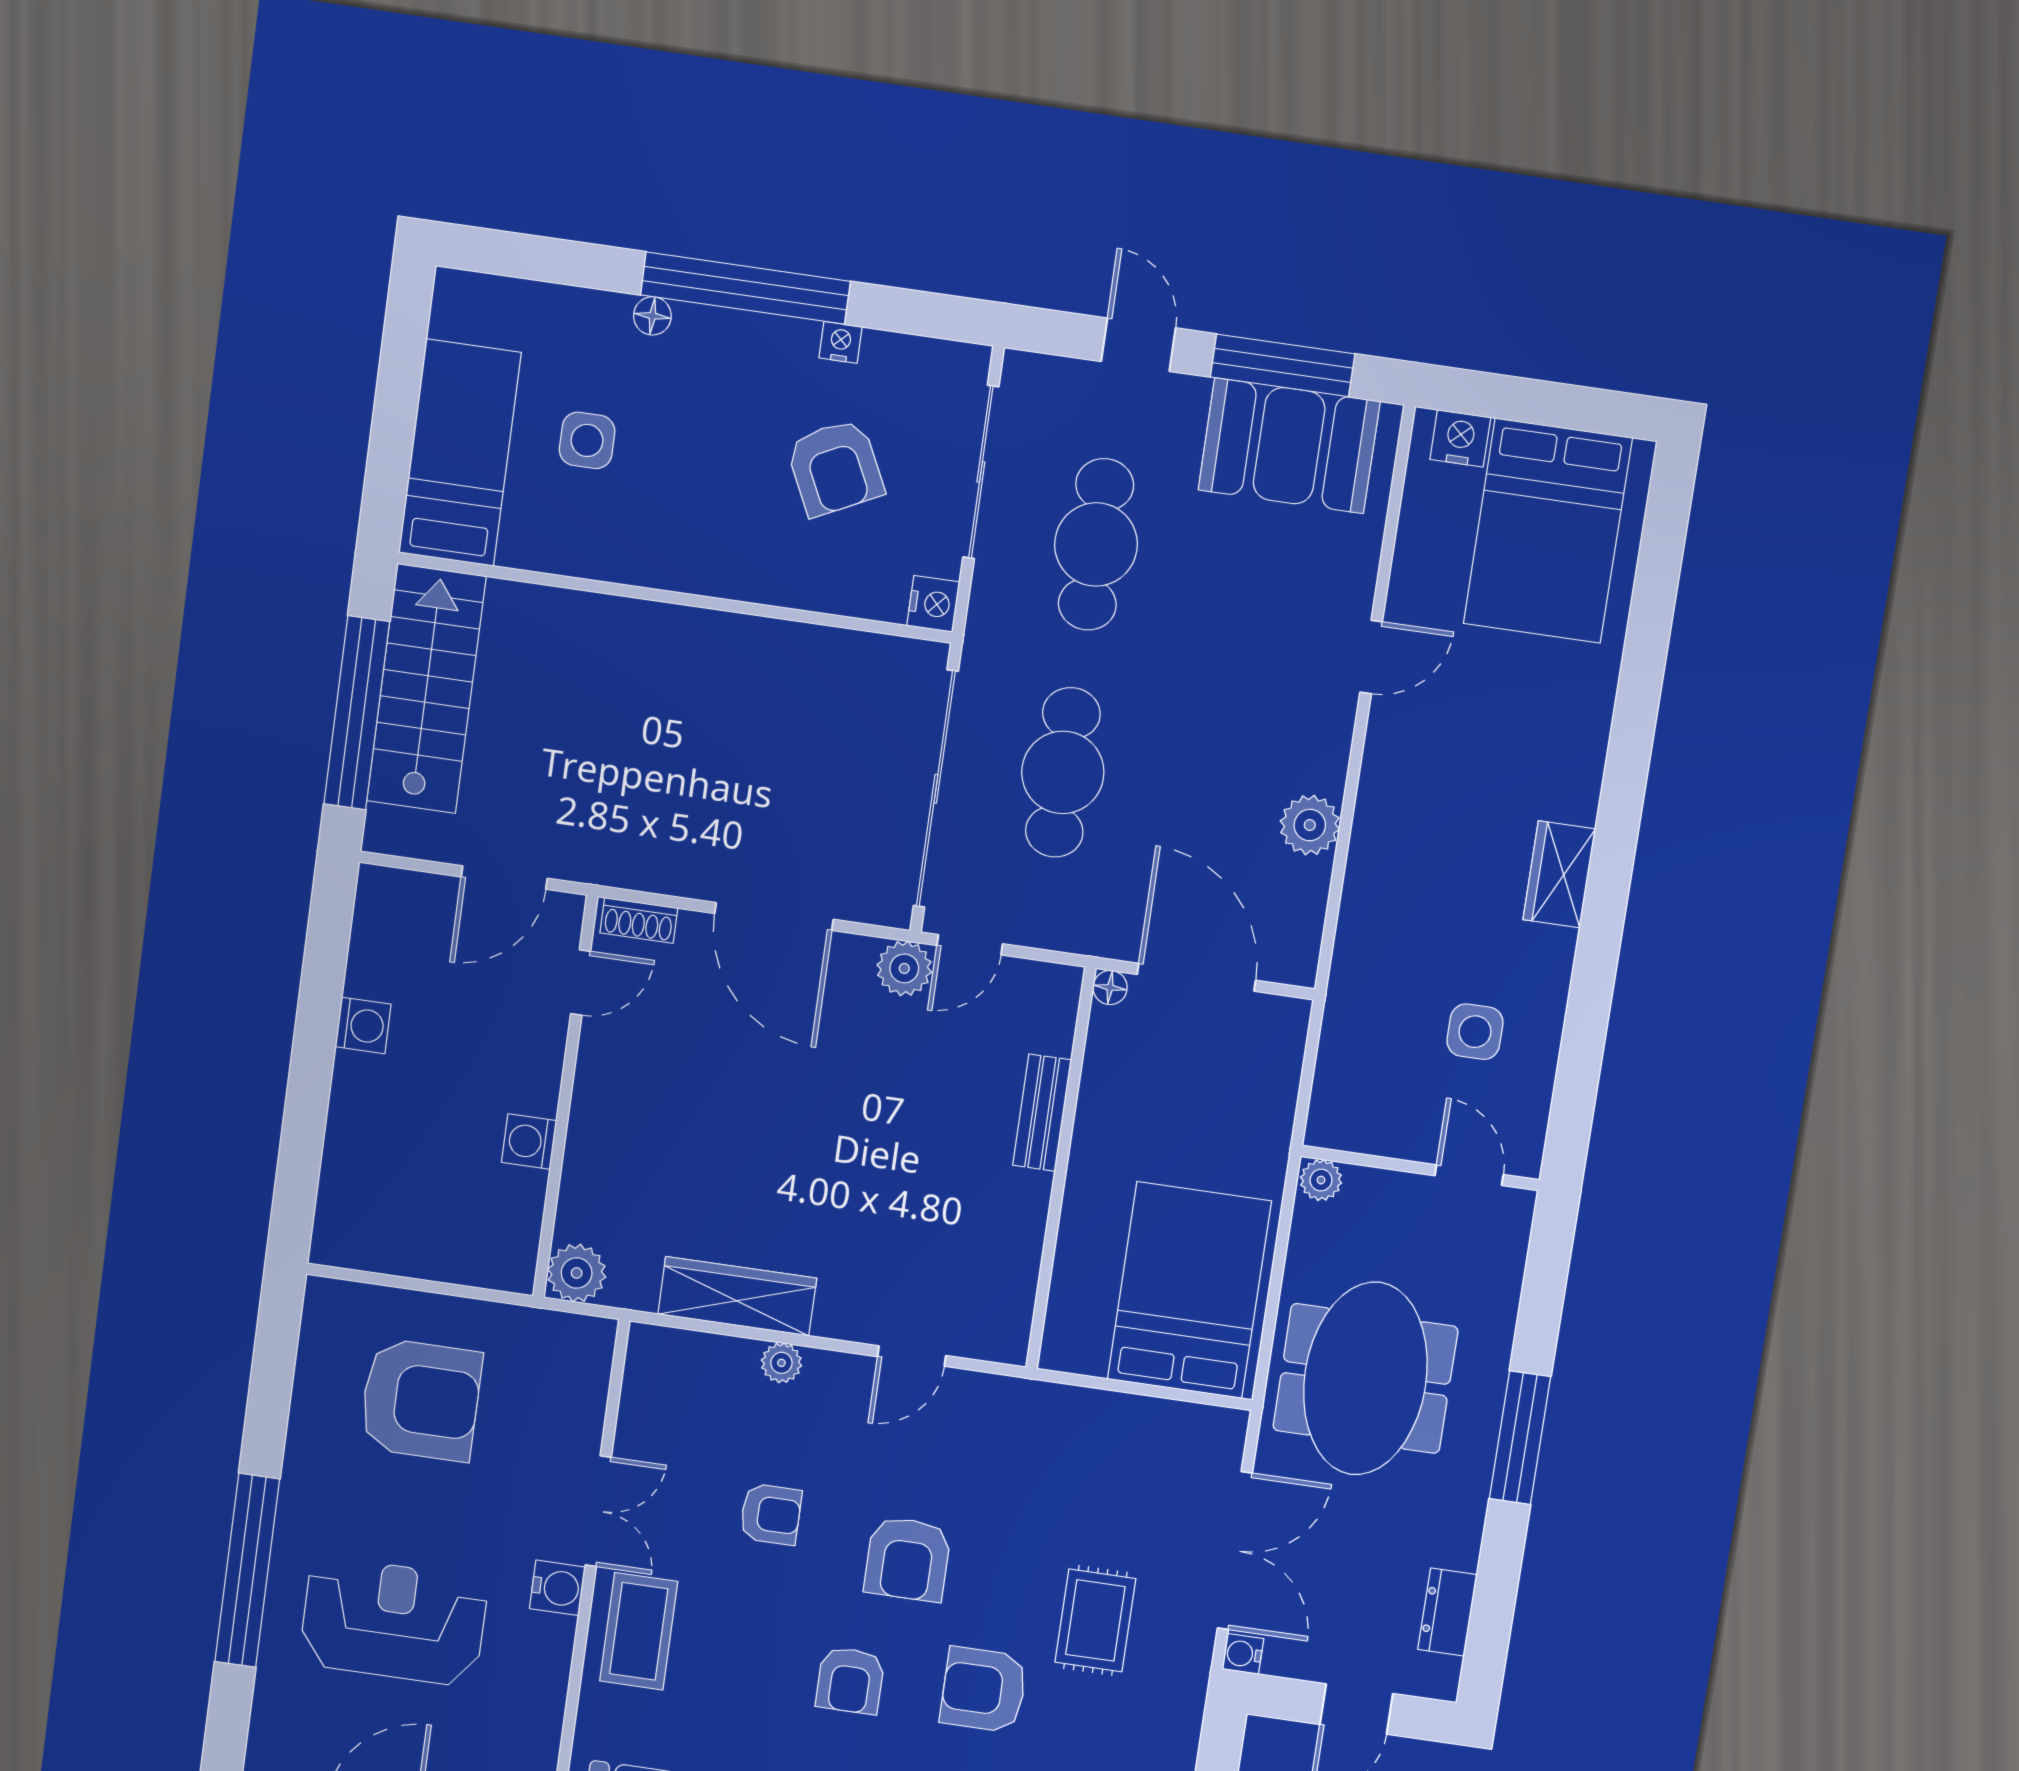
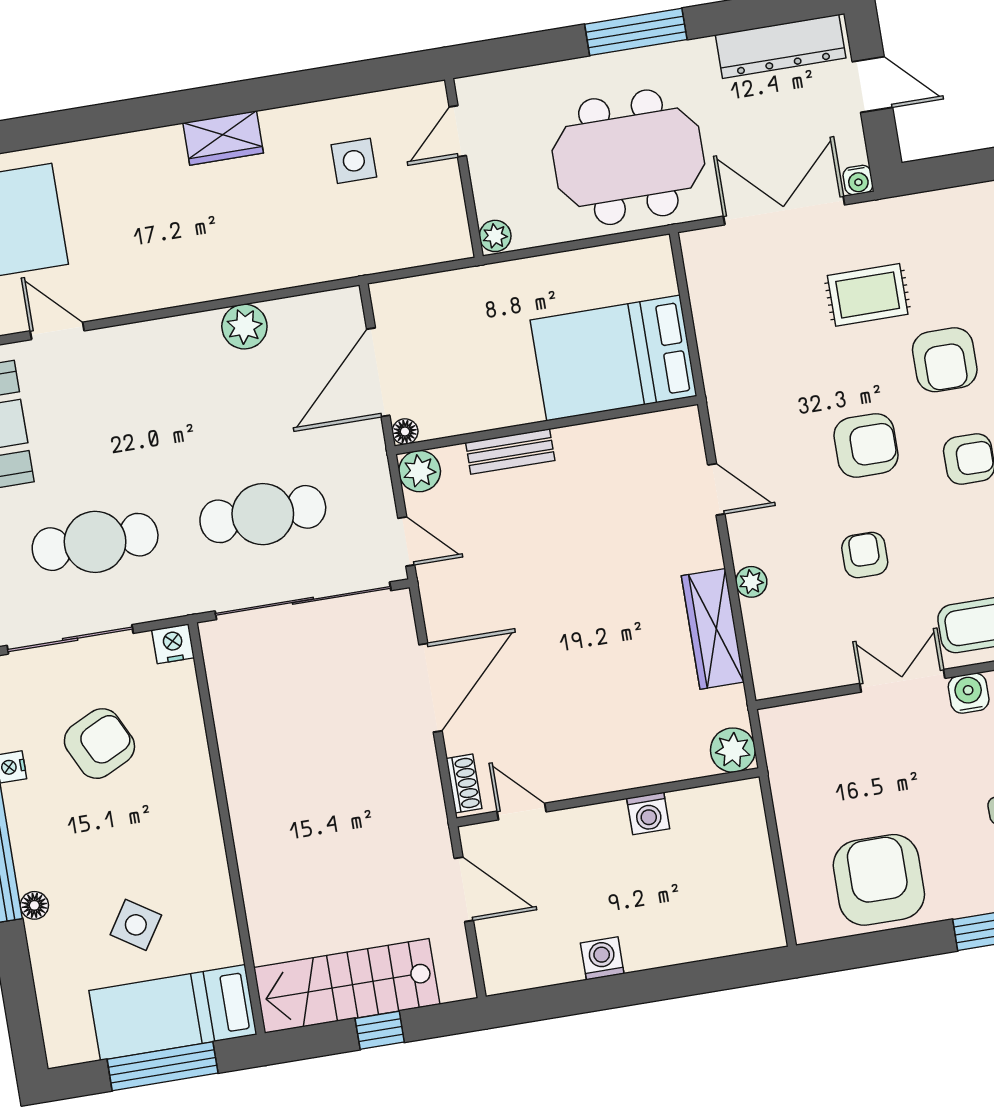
window: (394, 417) -> (163, 1066), added
side table: (587, 440) -> (136, 925), turned 33
door: (1371, 657) -> (57, 331), moved
window: (357, 713) -> (380, 1030), width x0.32
plant: (904, 968) -> (420, 471), moved
bed: (1189, 1290) -> (613, 358), moved
armchair: (421, 1400) -> (879, 880), moved
dresser: (1447, 1612) -> (781, 46), width x1.96, depth x1.24

